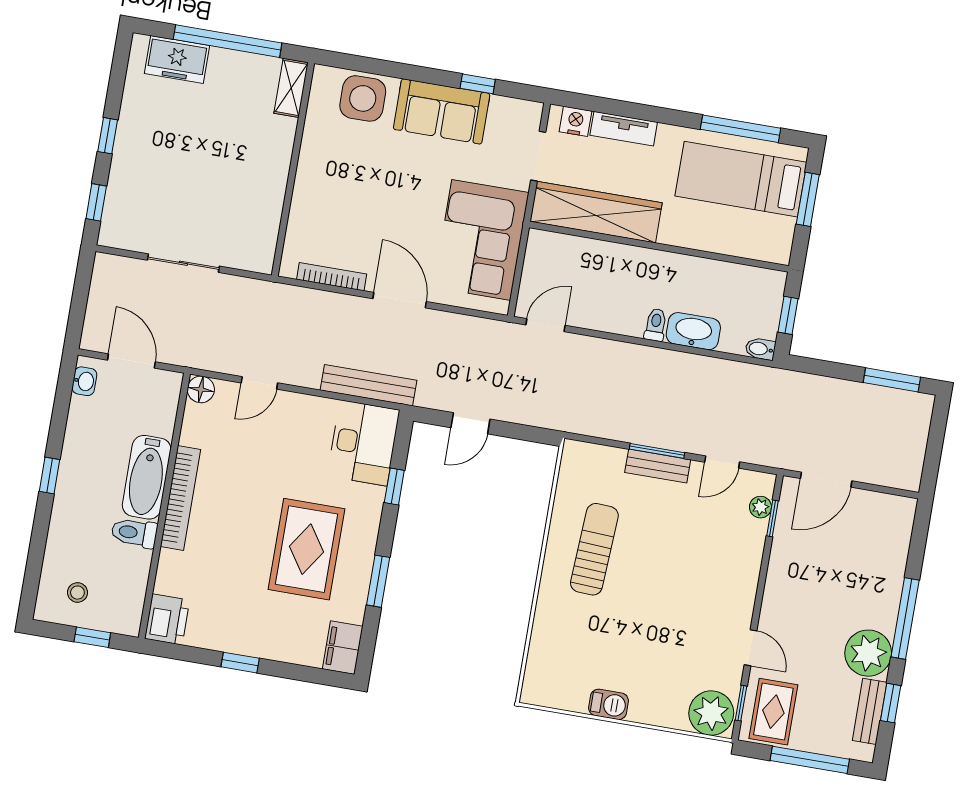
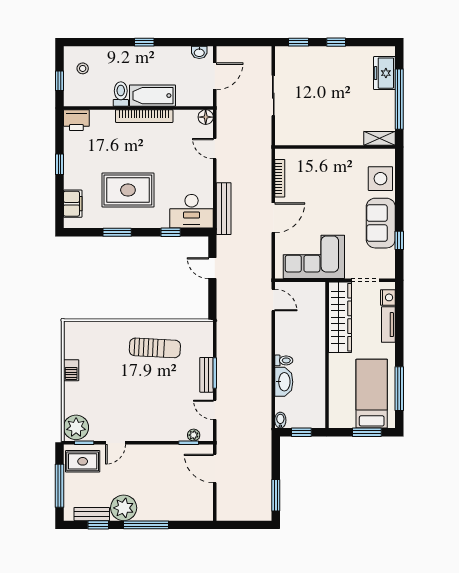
filing cabinet: (343, 648) -> (73, 204), moved, turned 90

